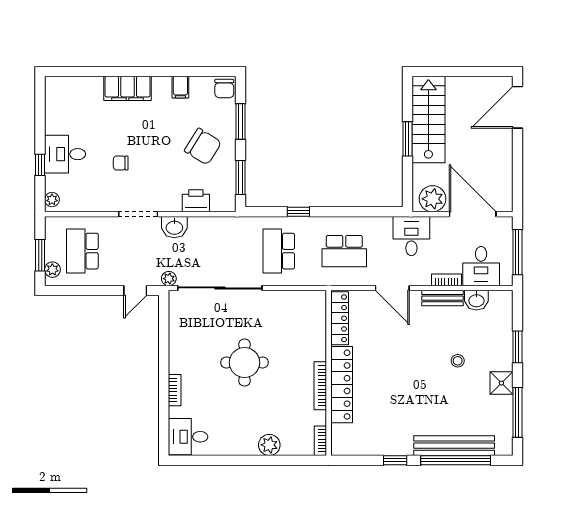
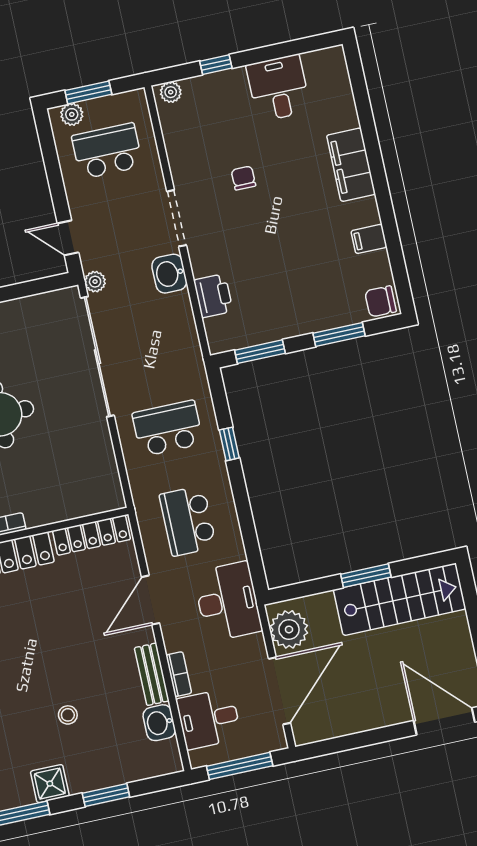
chair: (203, 147) -> (292, 289), removed
desk: (65, 154) -> (278, 88), moved
desk: (411, 236) -> (228, 602), width x1.37

